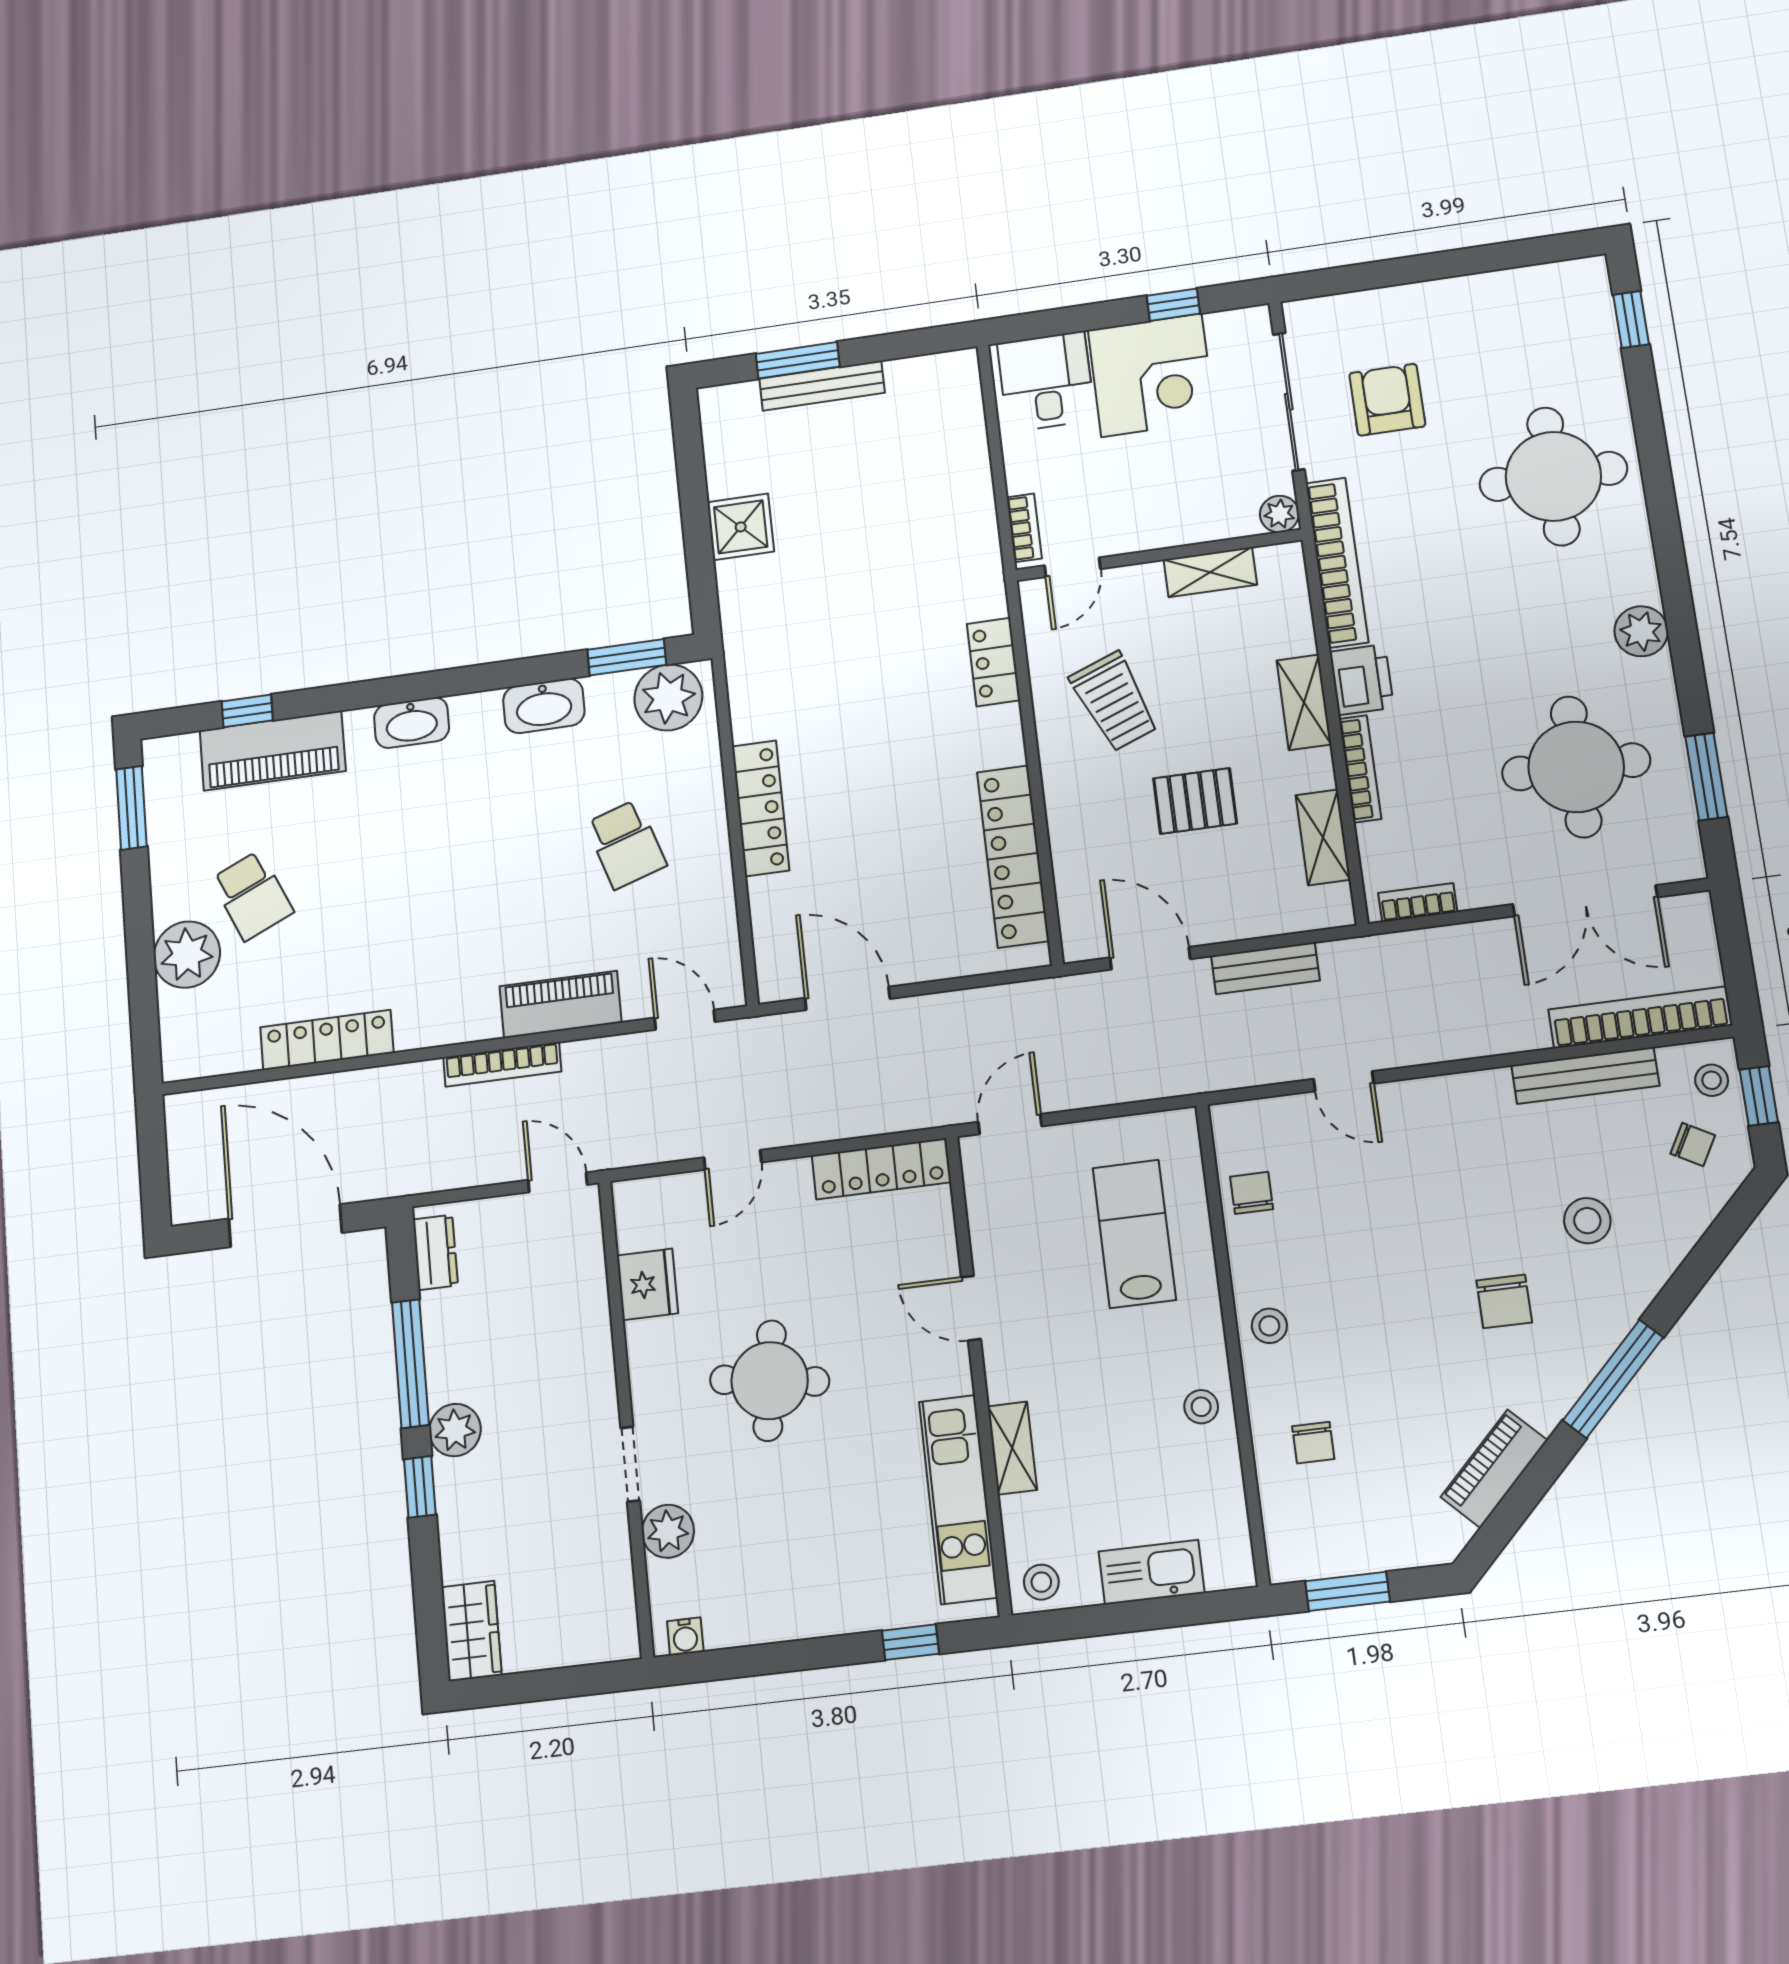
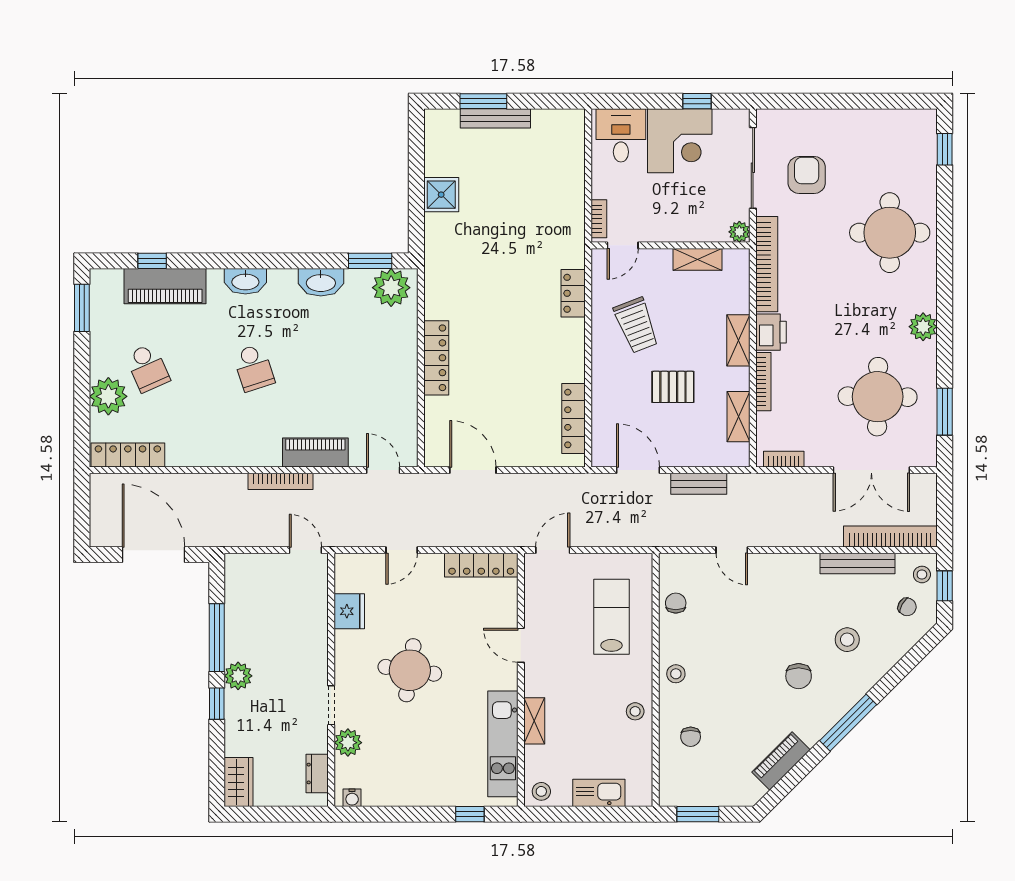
school desk: (626, 844) -> (254, 368), moved
locker: (1013, 856) -> (574, 419), width x0.71, depth x0.83
locker: (327, 1040) -> (128, 455), moved
dresser: (435, 1252) -> (317, 774), moved, turned 180

